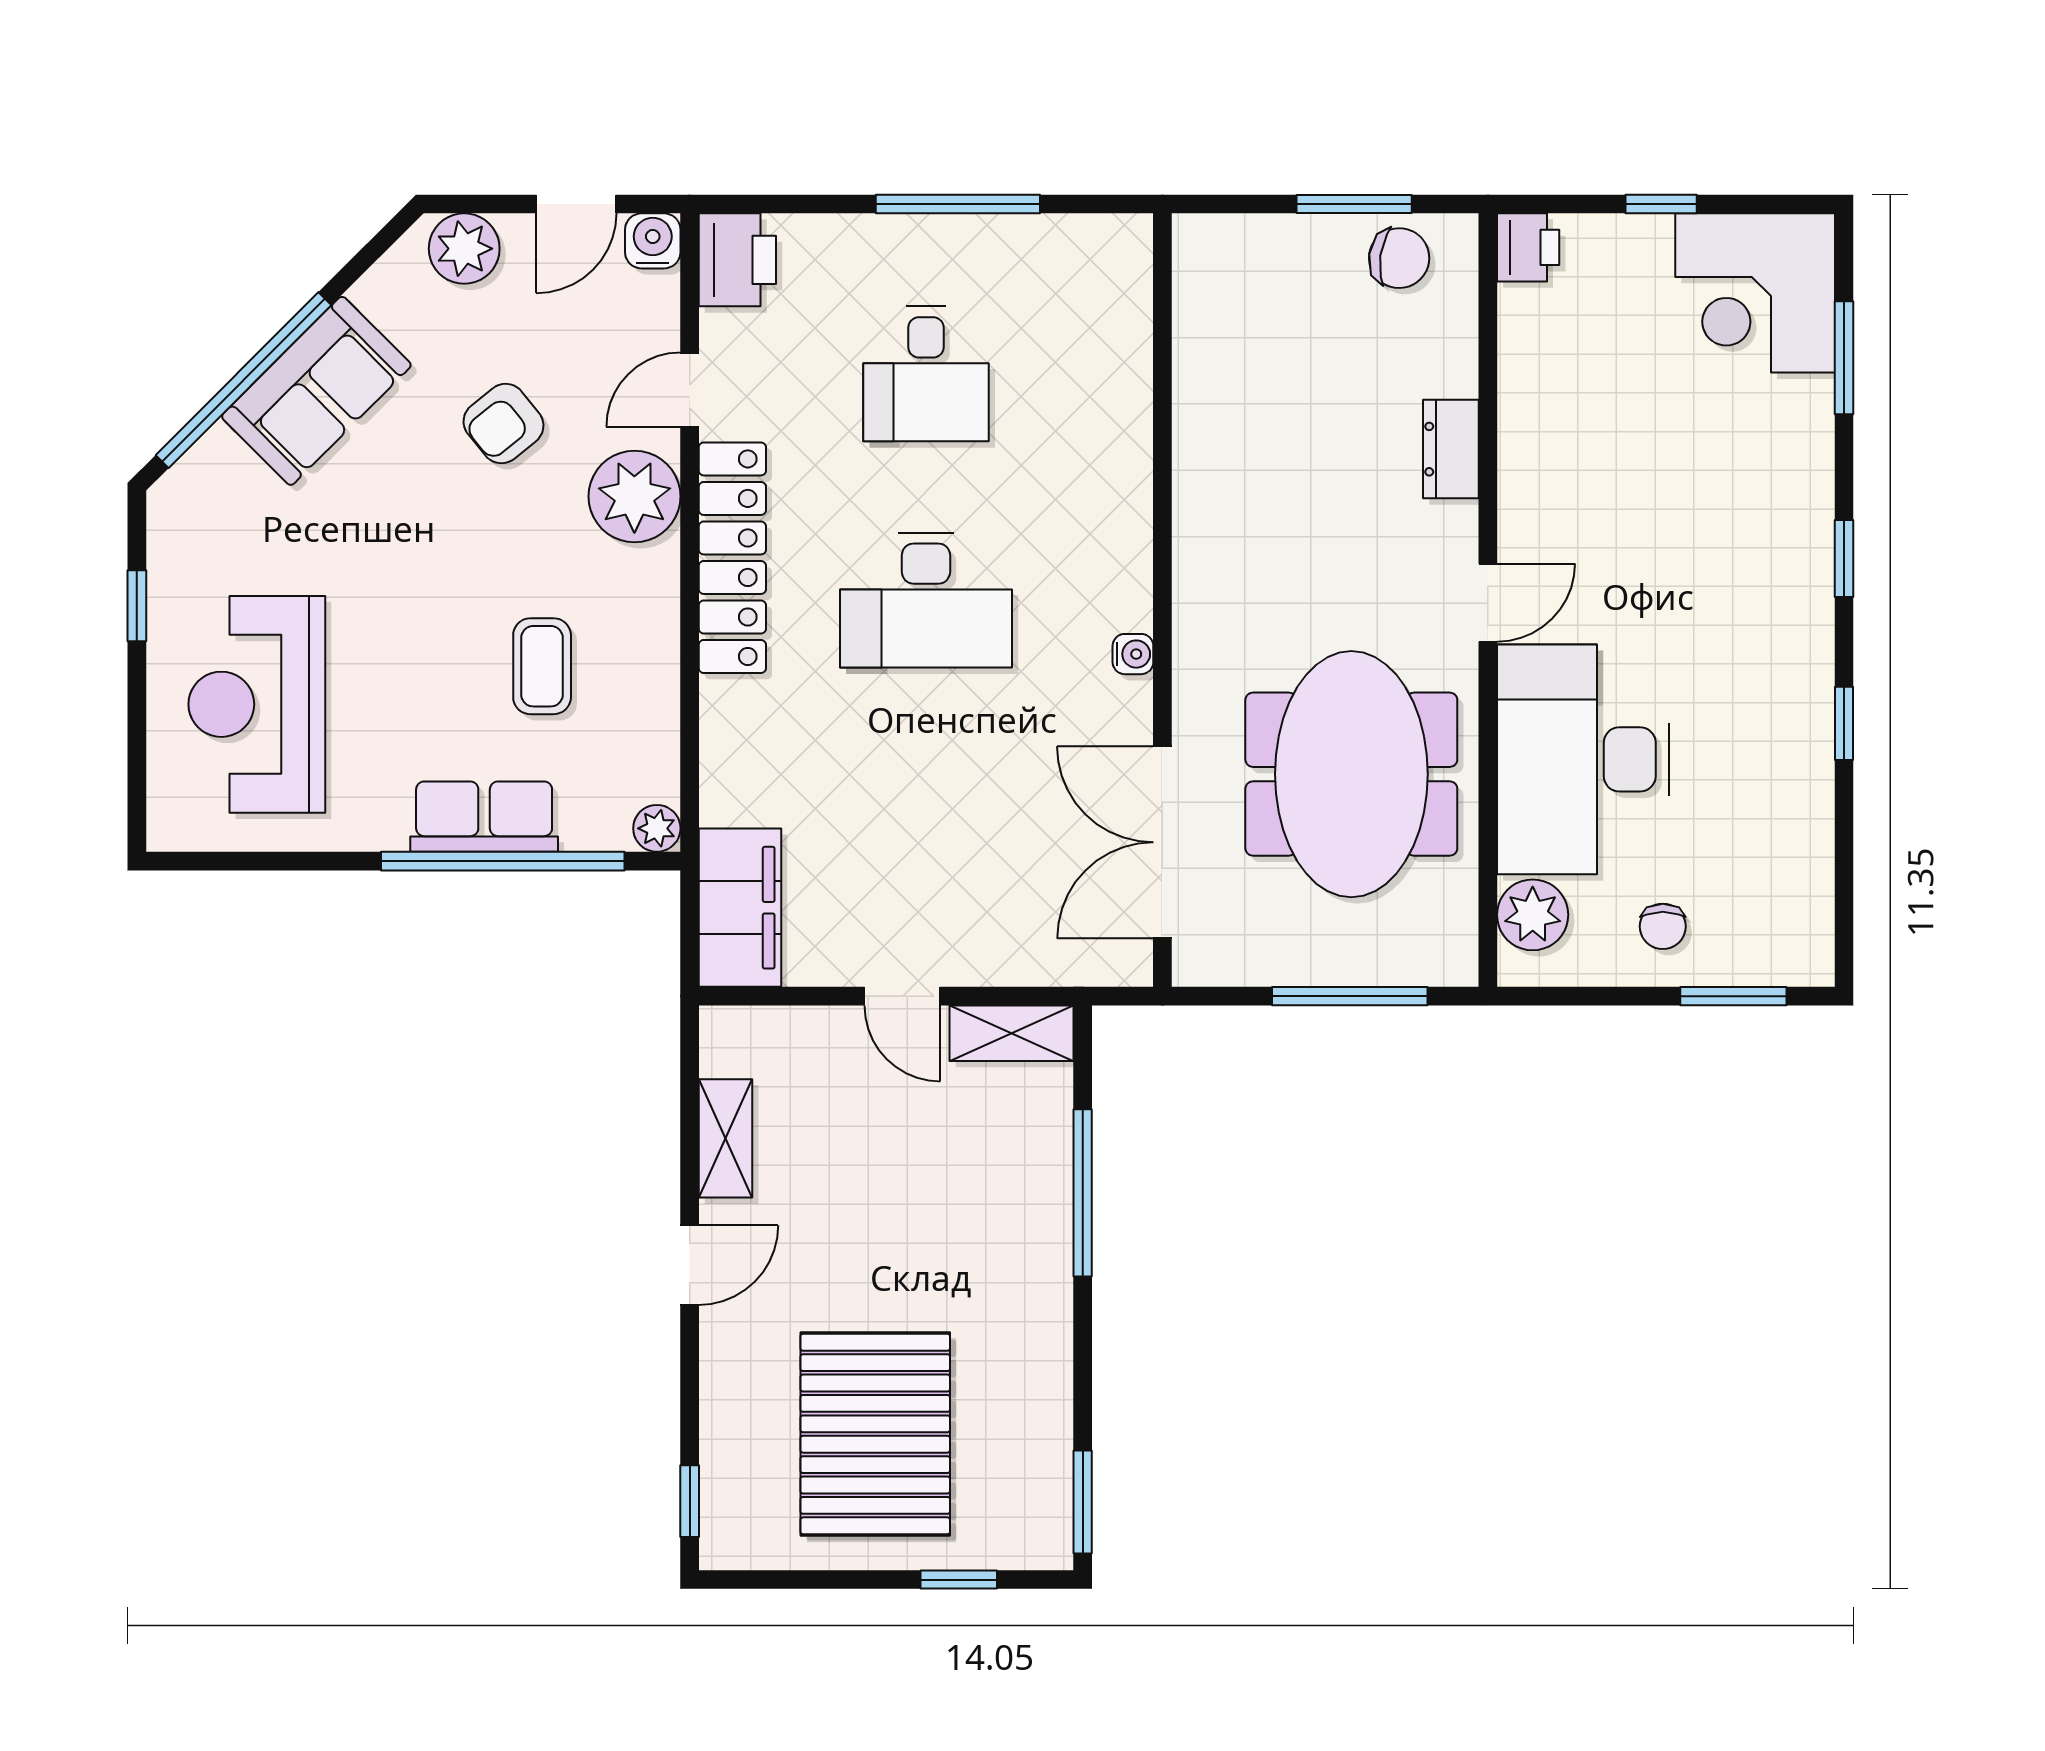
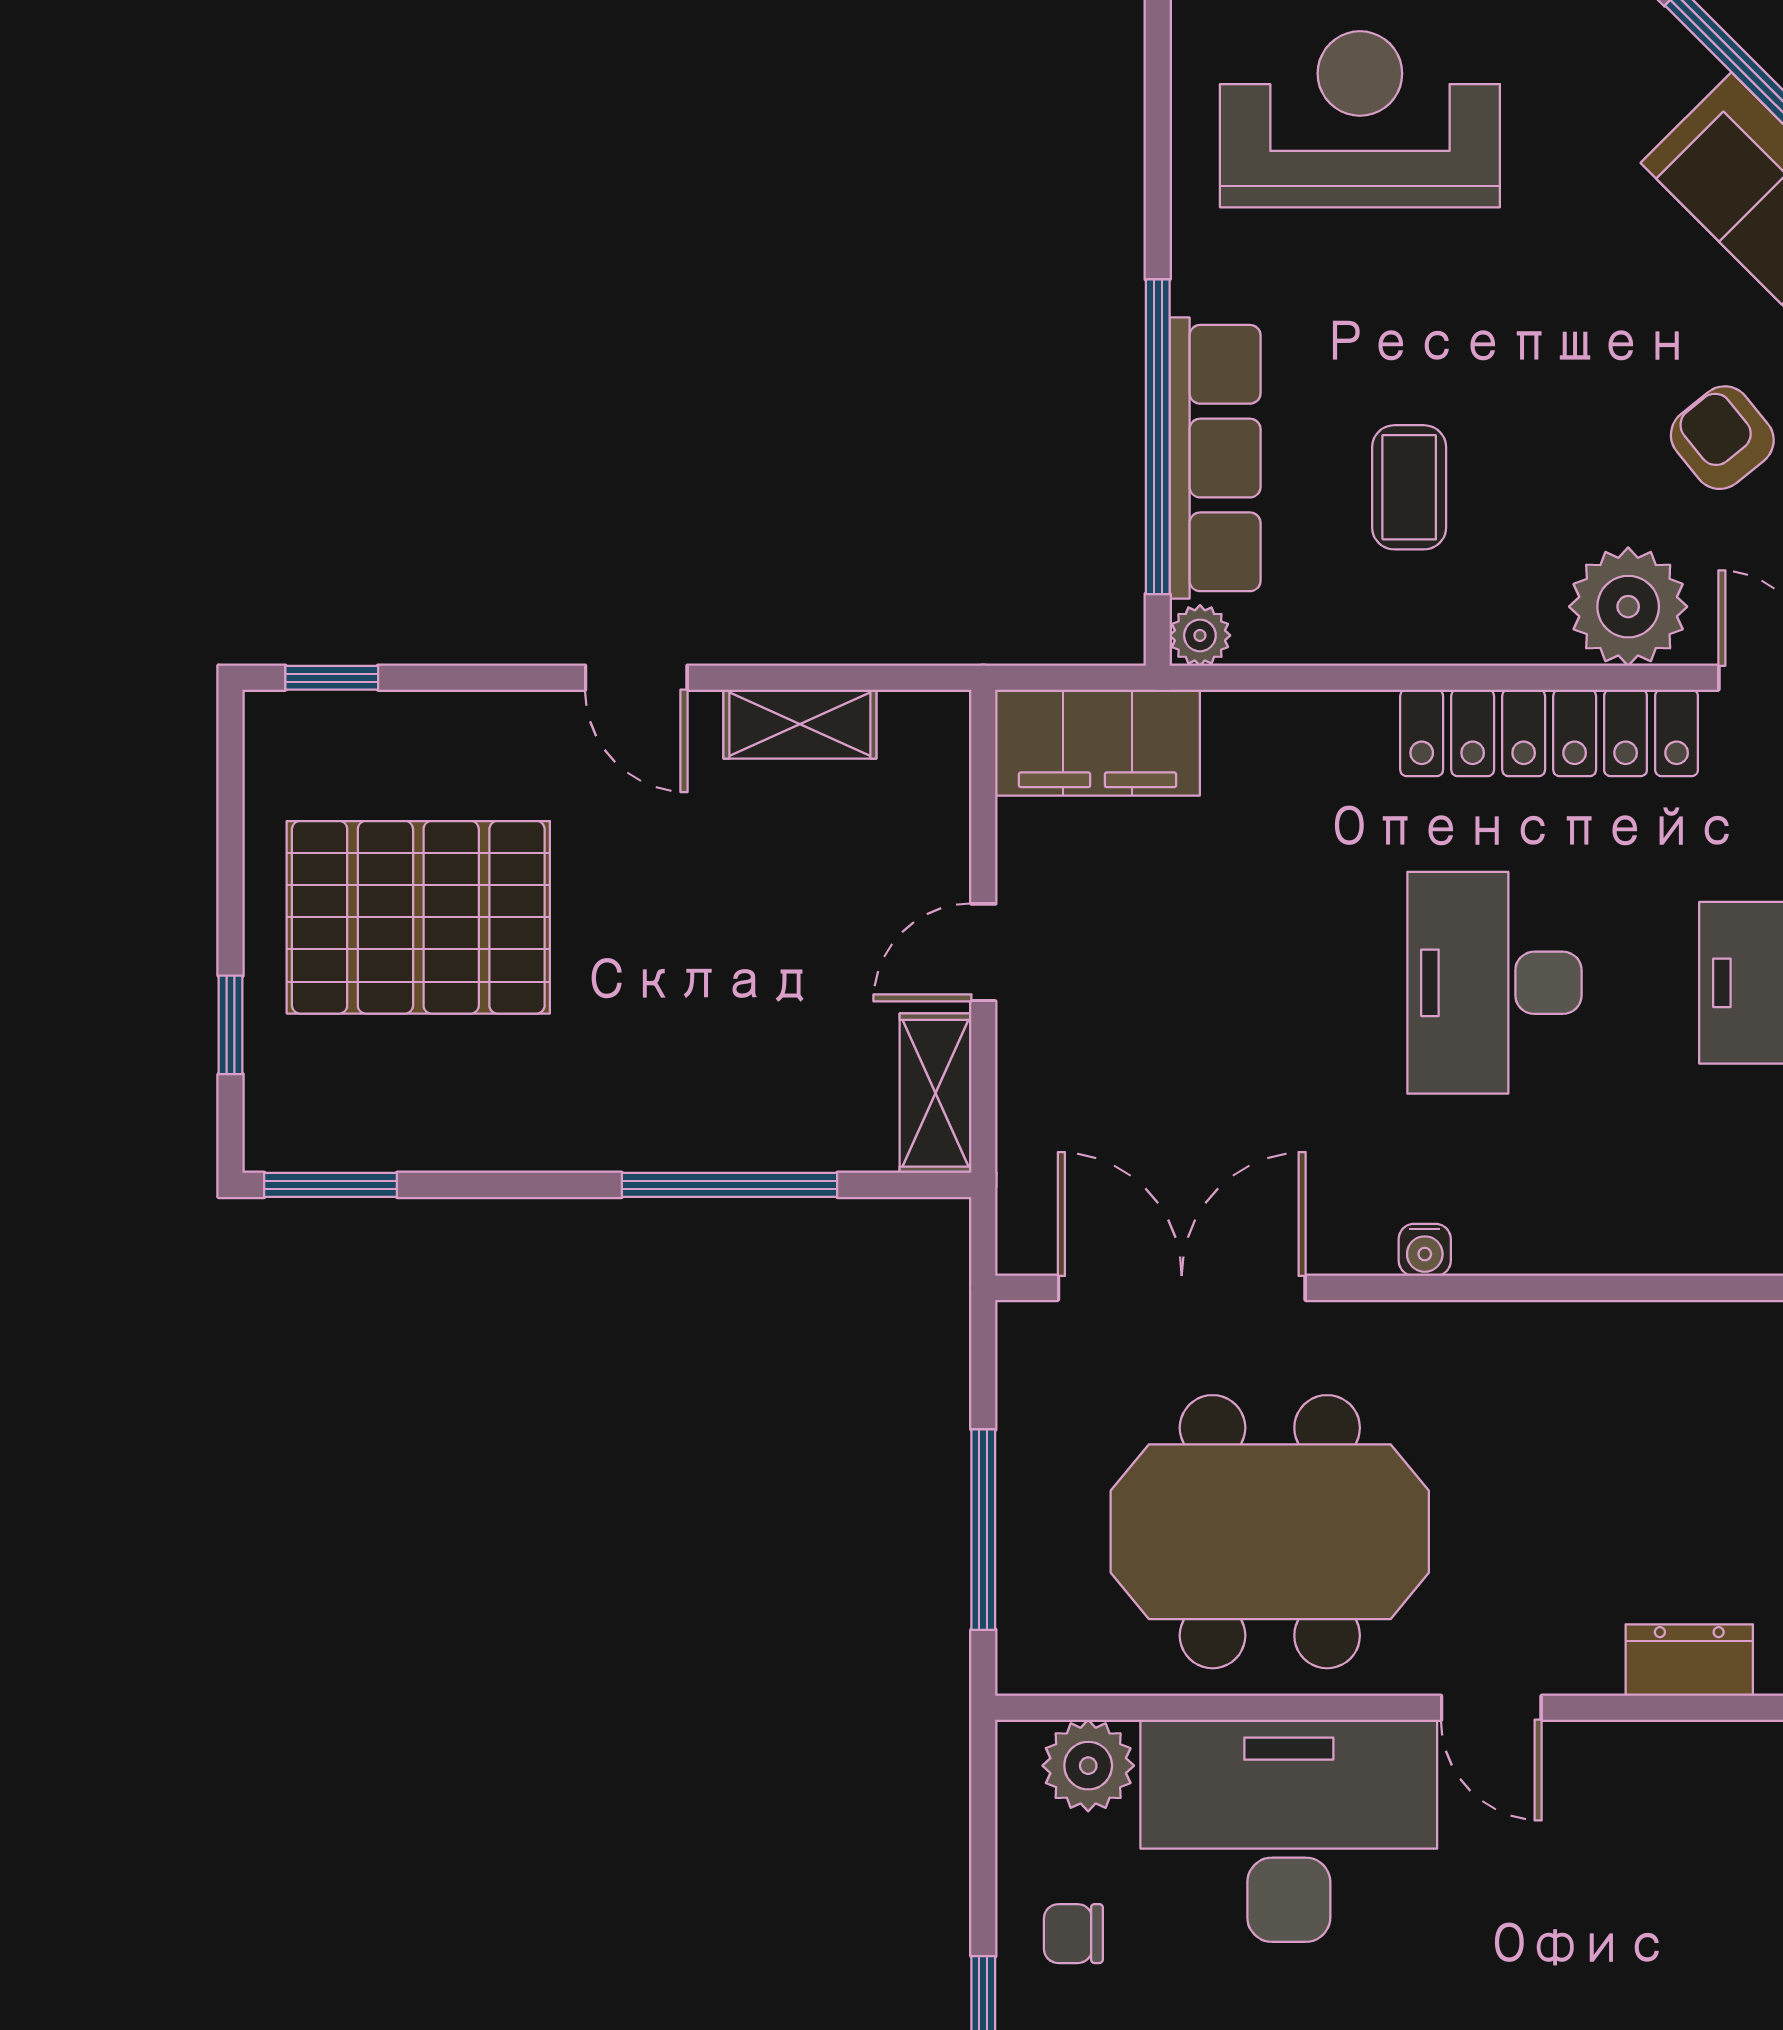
coffee table: (542, 666) -> (1409, 487), turned 90
row of seats: (484, 817) -> (1215, 458), width x1.48

